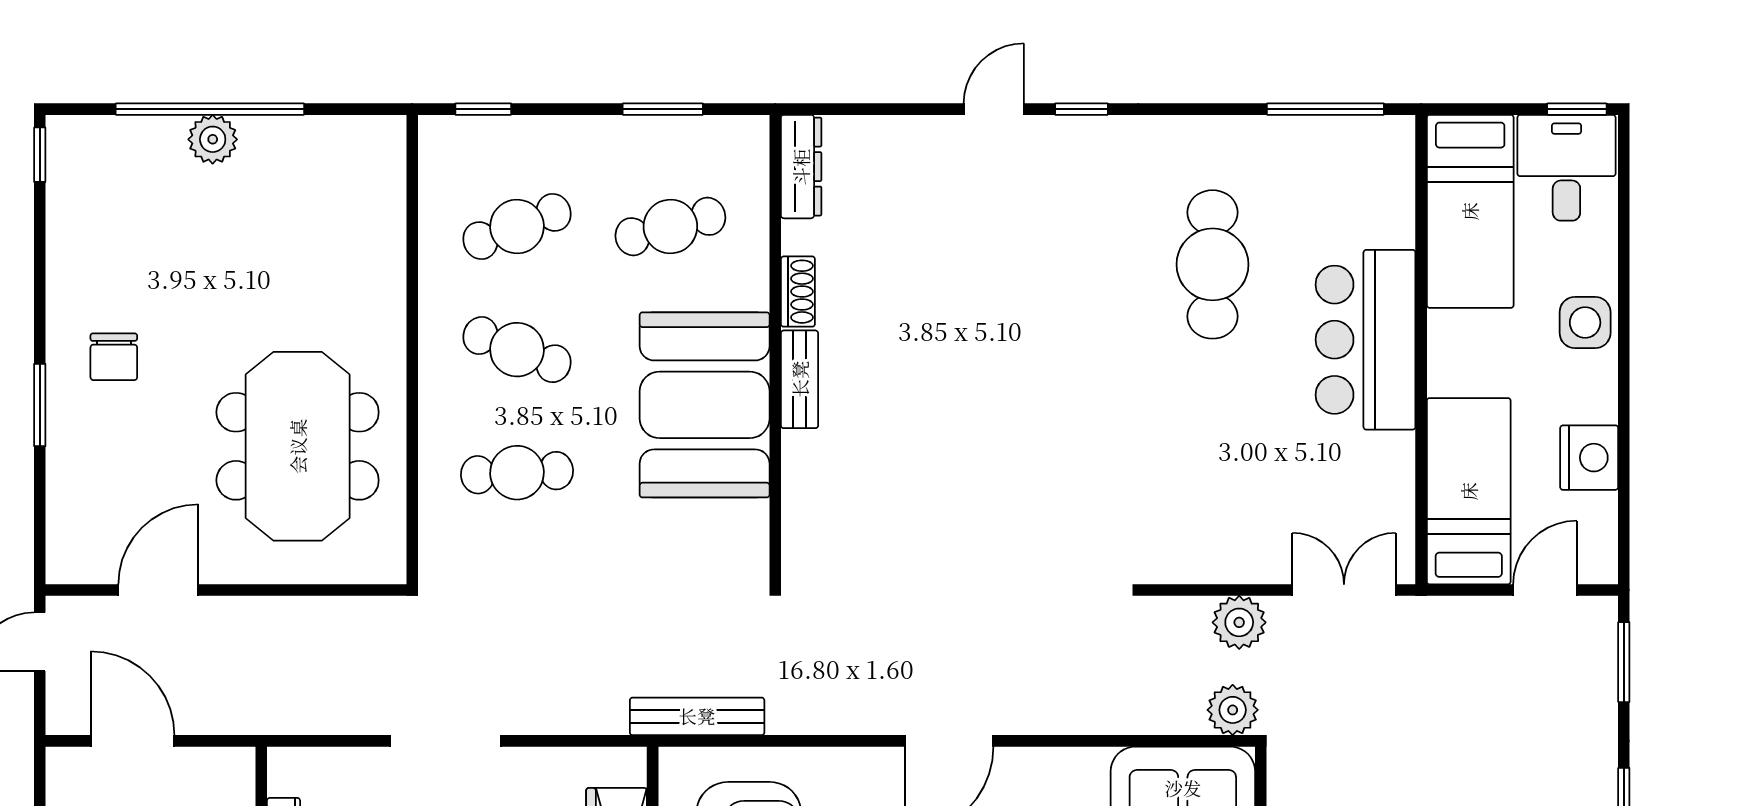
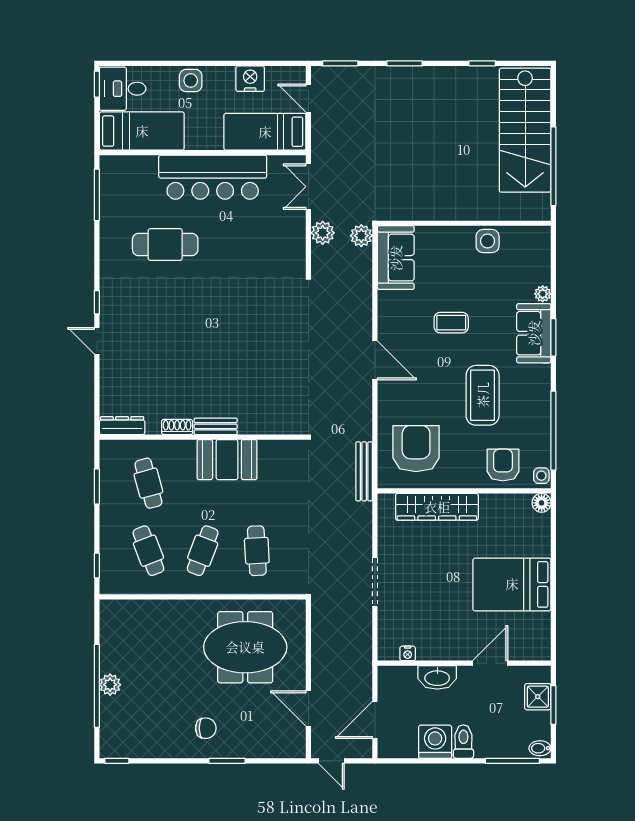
bar counter: (1365, 340) -> (213, 177), width x1.36
booth: (705, 405) -> (227, 460), width x0.73, depth x0.70

